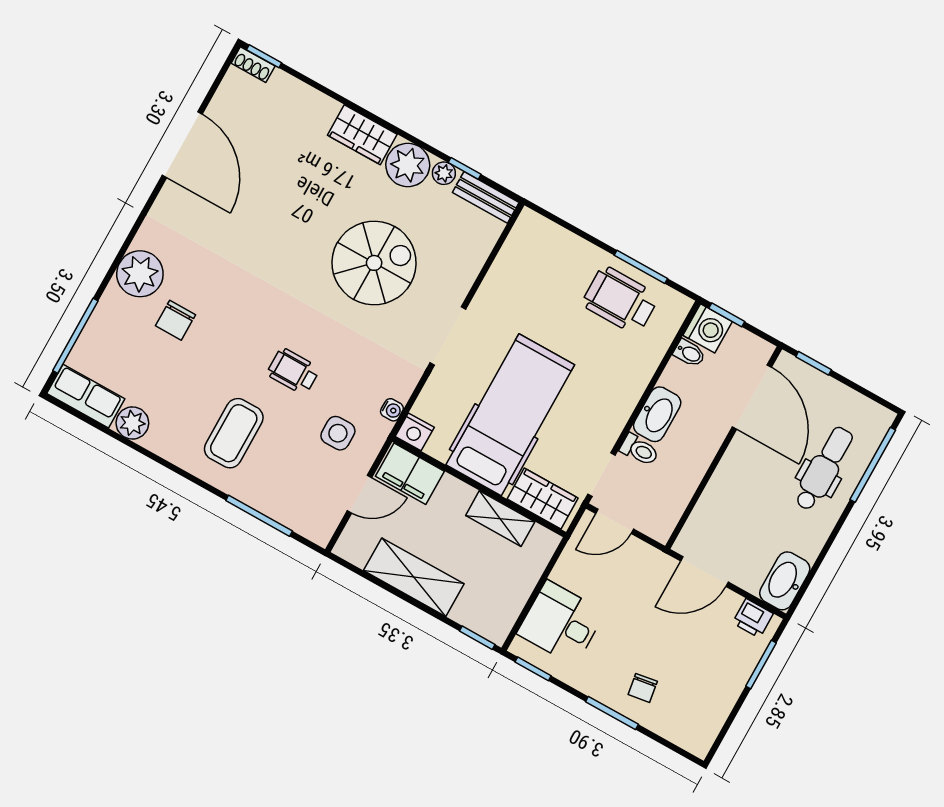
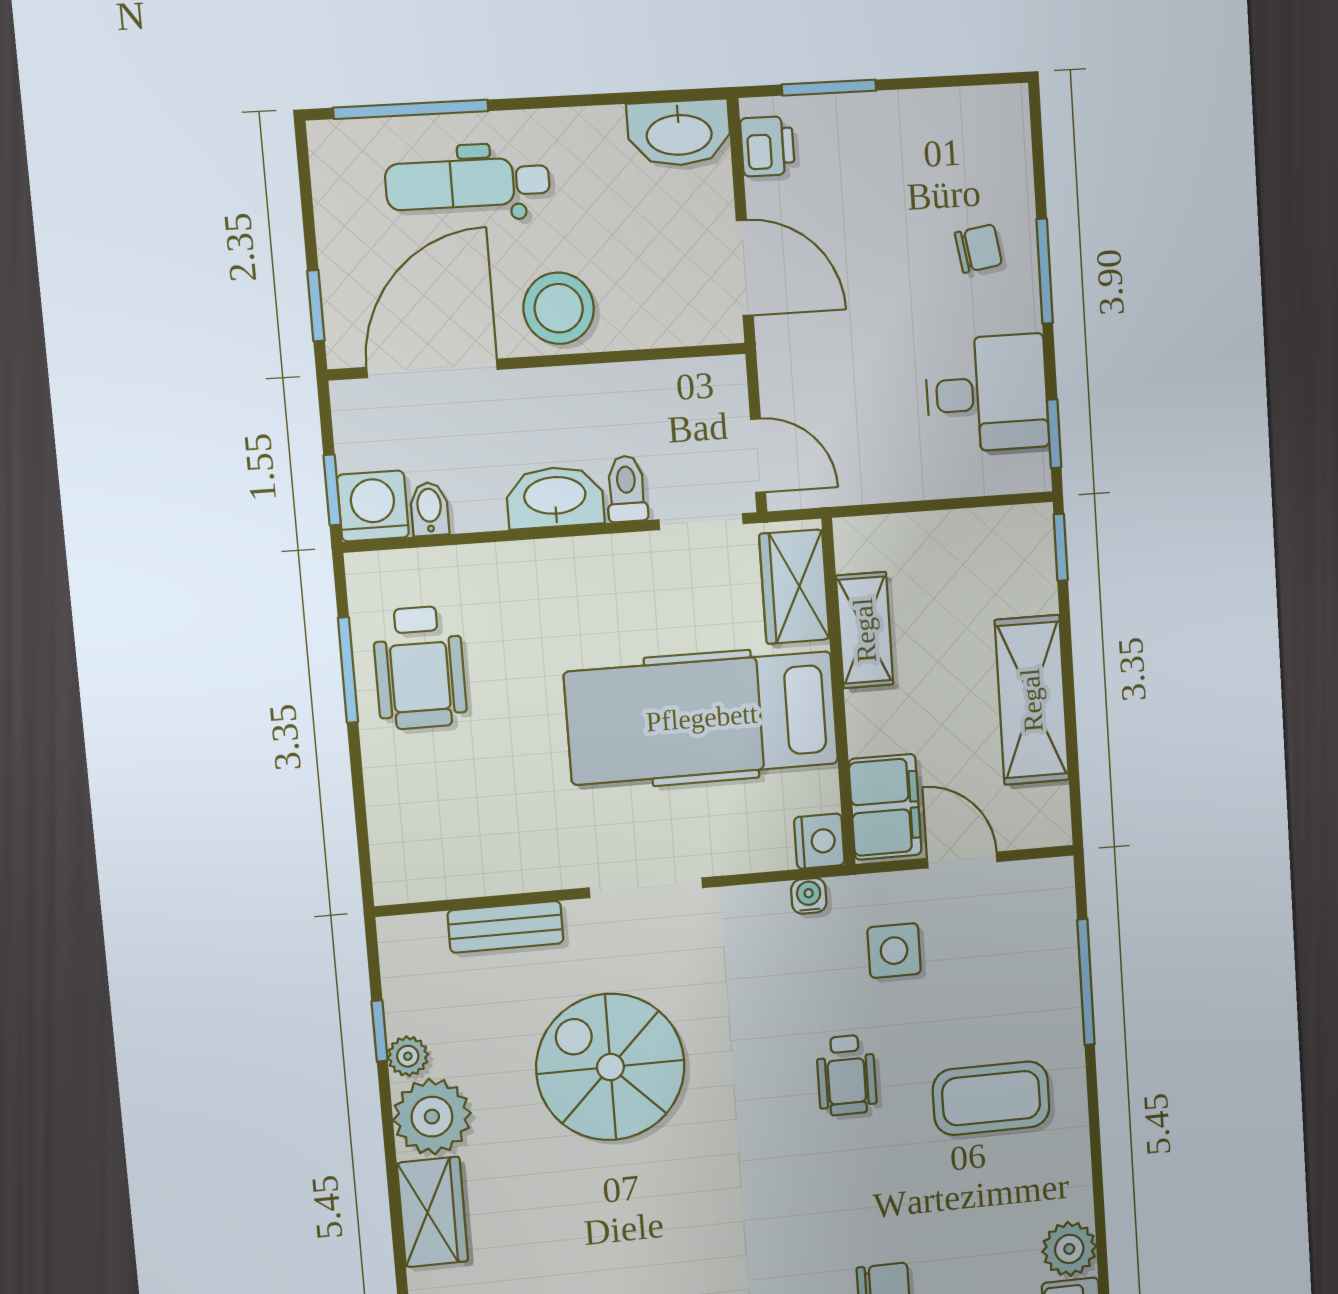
bench: (486, 197) -> (506, 927), moved, turned 90
stool: (742, 473) -> (559, 308), added
desk: (561, 623) -> (987, 394), moved, turned -90

